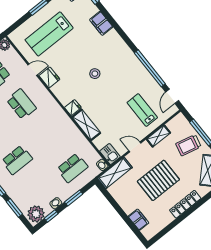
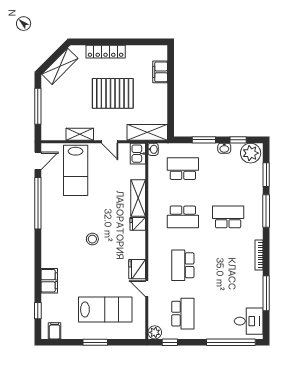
lab bench: (142, 110) -> (76, 170), width x1.36, depth x1.39
school desk: (47, 136) -> (183, 217), added
trolley: (188, 145) -> (59, 104), removed

